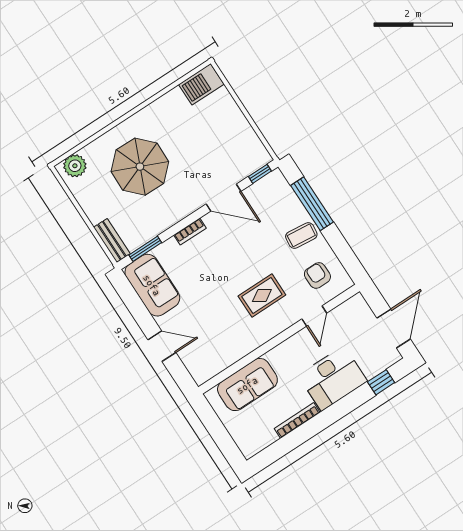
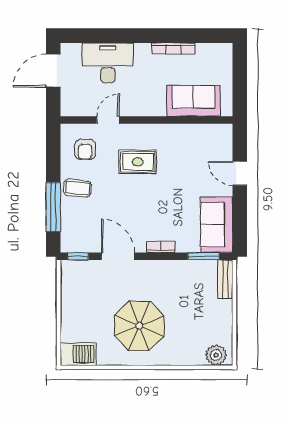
parasol: (140, 167) -> (139, 326), moved
desk: (333, 378) -> (108, 63), moved
window: (381, 382) -> (90, 36), removed

